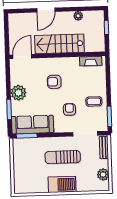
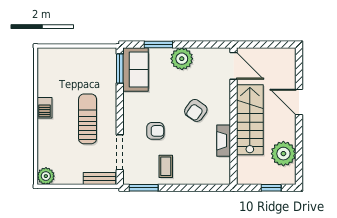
plant: (78, 16) -> (283, 154), width x1.87, depth x1.87
fireplace: (91, 61) -> (224, 141), moved
armchair: (54, 82) -> (196, 110), turned -145
sofa: (33, 125) -> (136, 70), width x0.73
plant: (103, 174) -> (46, 176), moved
barbecue: (62, 184) -> (45, 108), width x0.53, depth x0.65

